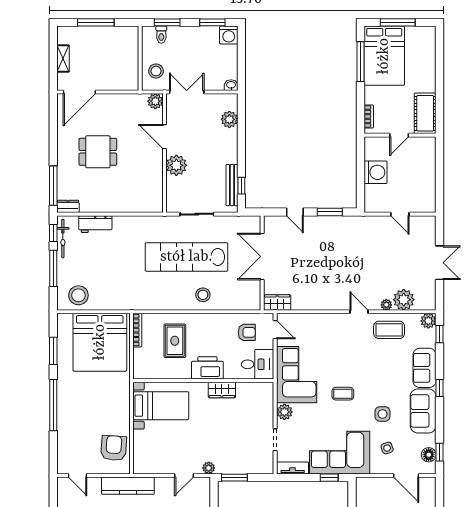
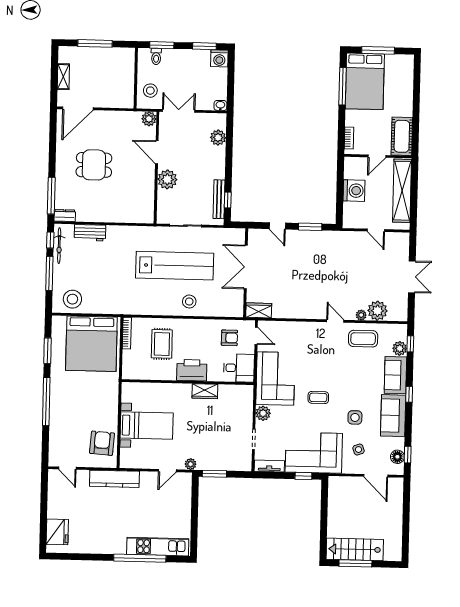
shelving: (427, 171) -> (402, 191), added
lab bench: (186, 257) -> (175, 266), turned 180
plant: (428, 321) -> (400, 348), moved
bed with nightstands: (161, 406) -> (147, 426), moved

